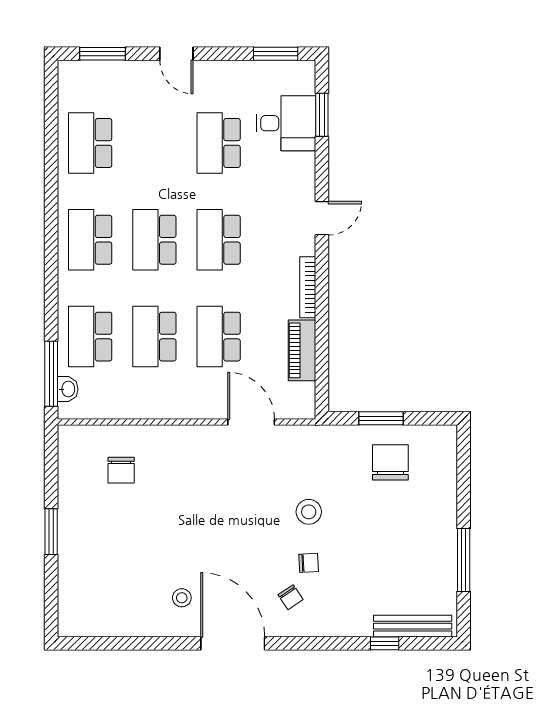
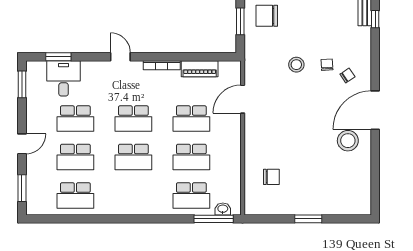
school desk: (90, 240) -> (75, 157), moved
stool: (182, 598) -> (348, 141), width x1.89, depth x1.89

